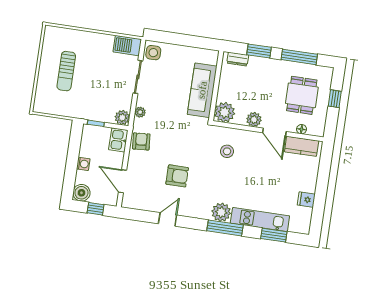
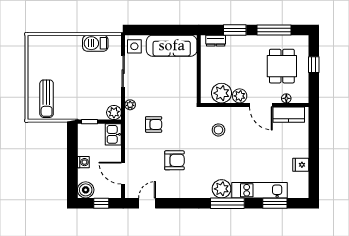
barbecue: (127, 46) -> (95, 43), moved
sun lounger: (66, 71) -> (47, 99), moved
sofa: (202, 90) -> (172, 46), moved, turned -90
plant: (225, 112) -> (221, 93), moved
armchair: (141, 141) -> (154, 124), moved, turned 94
door: (168, 219) -> (147, 203), moved

